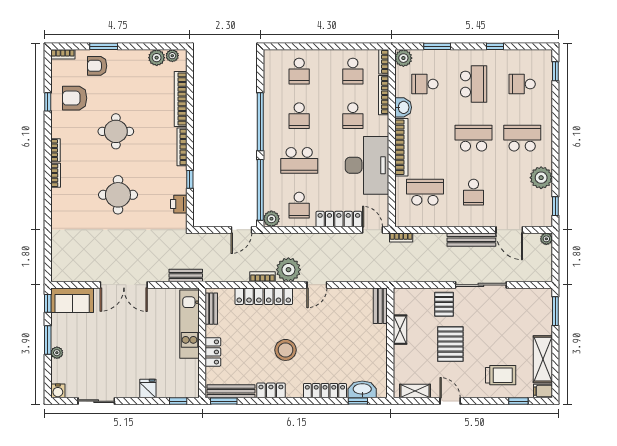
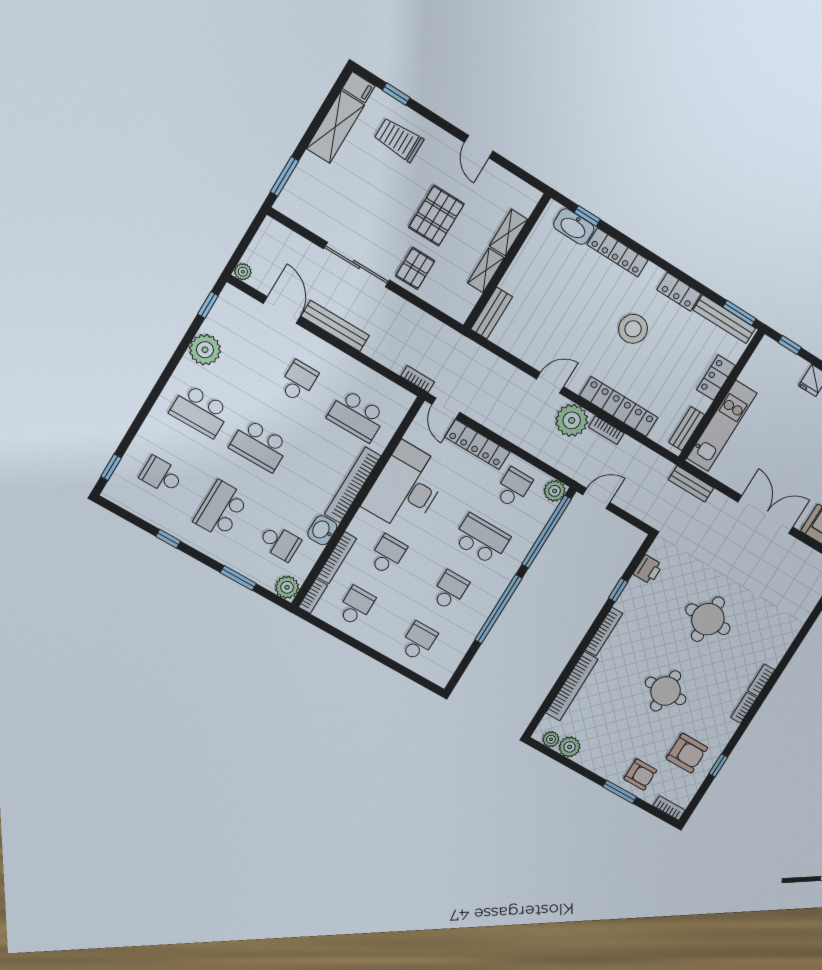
school desk: (522, 84) -> (161, 475), turned 180
shelving: (415, 391) -> (508, 233), moved, turned 90

